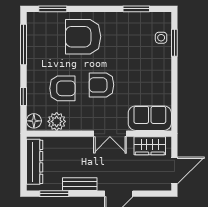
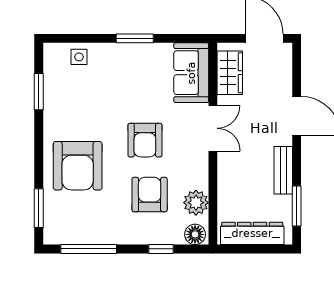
window: (174, 43) -> (135, 38), moved

